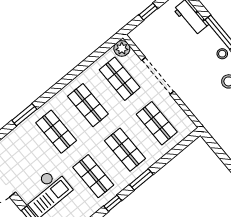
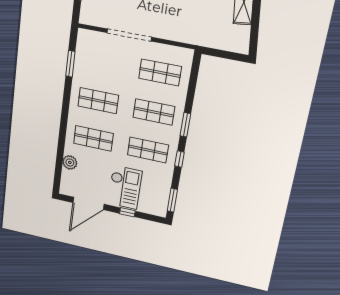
plant: (122, 48) -> (70, 162), moved
shop shelf: (120, 79) -> (103, 61), removed
window: (24, 115) -> (70, 64), moved

